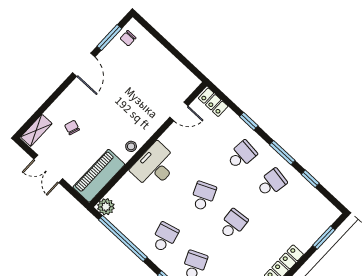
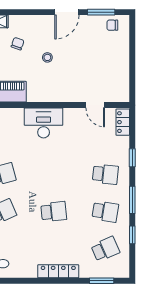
stool: (131, 146) -> (47, 57), moved
school desk: (203, 196) -> (105, 249), moved

